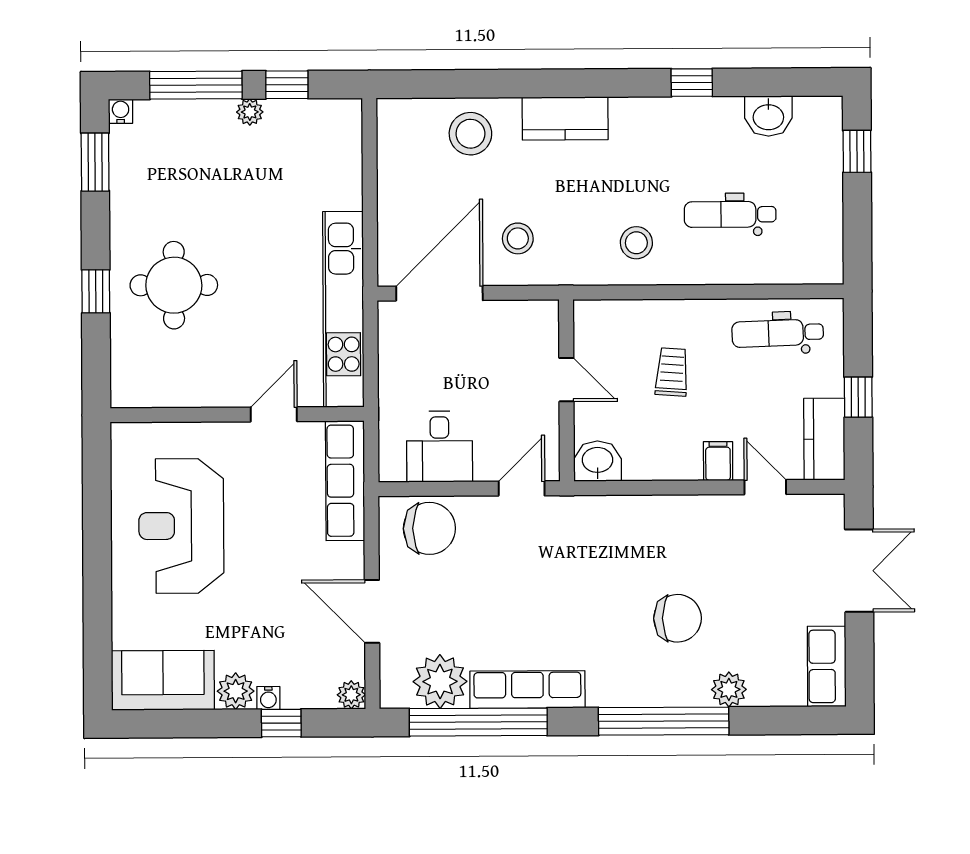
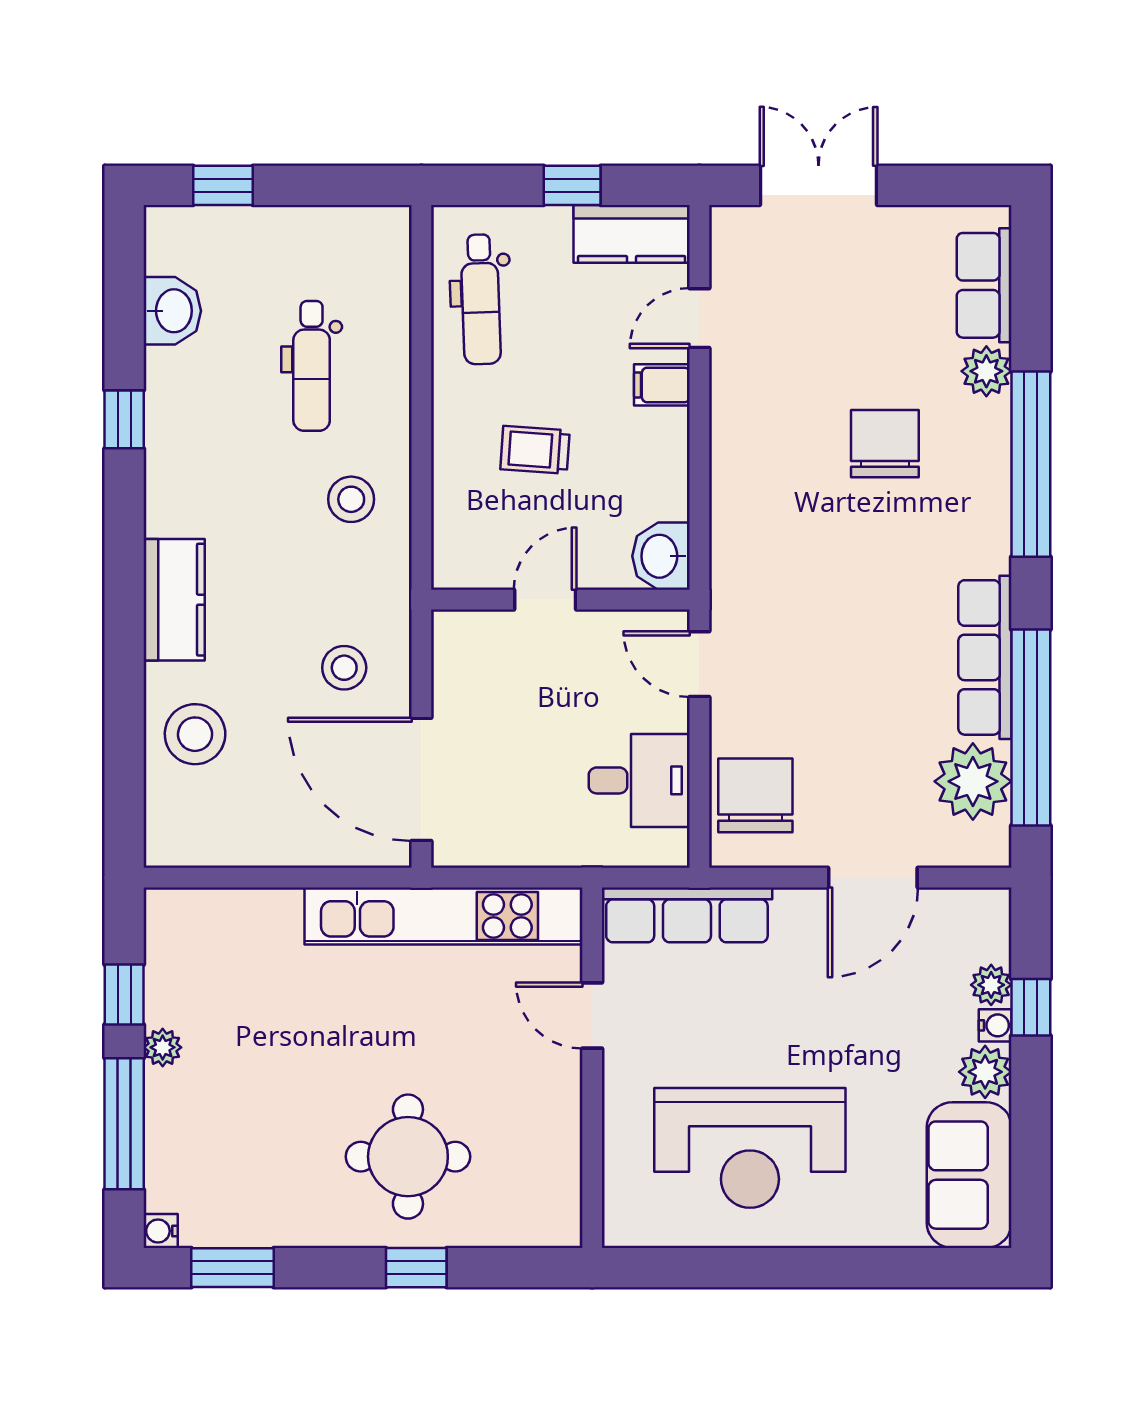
row of seats: (827, 666) -> (984, 285), moved, turned 90
plant: (351, 695) -> (991, 985), moved

